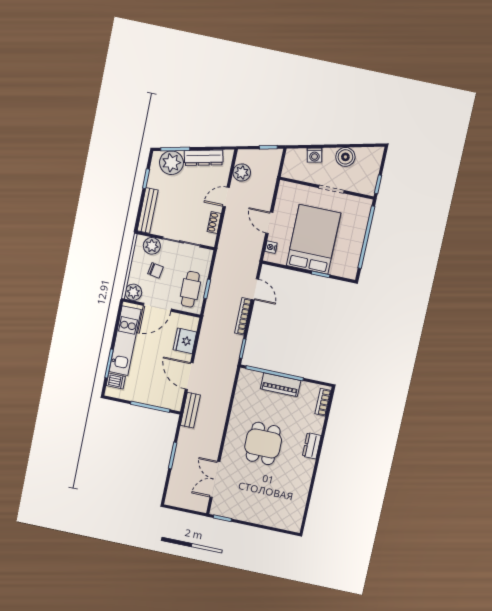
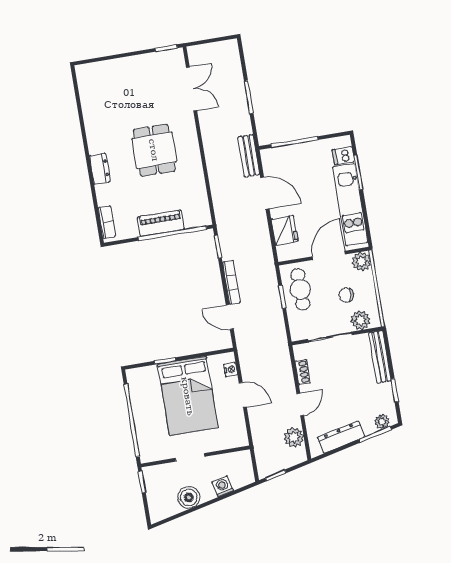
plant: (171, 163) -> (382, 422), width x0.53, depth x0.53

